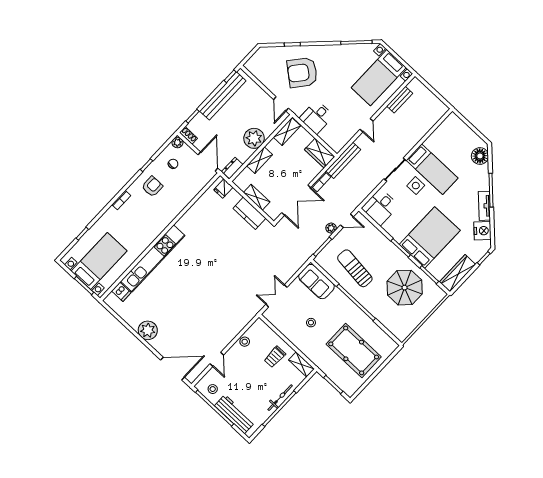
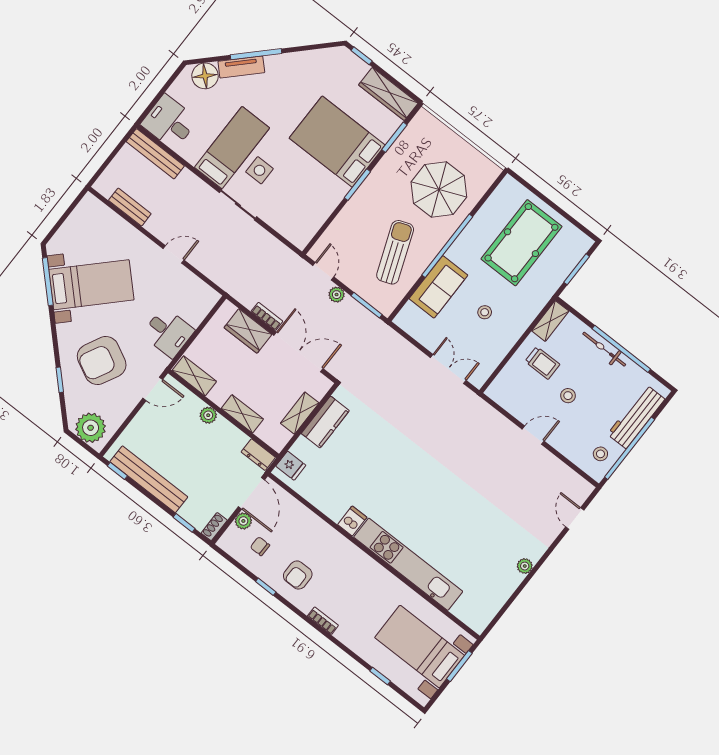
plant: (260, 61) -> (91, 428), added
armchair: (302, 73) -> (102, 361), turned 78
bed with nightstands: (379, 78) -> (91, 285), moved, turned -45
plant: (254, 138) -> (208, 415), width x0.53, depth x0.53
plant: (177, 142) -> (243, 521), moved
wardrobe: (320, 153) -> (248, 331), moved, turned 90
bench: (343, 160) -> (155, 154), moved
door: (208, 161) -> (252, 493), swing flipped
armchair: (152, 186) -> (298, 575), turned -90
tv unit: (484, 206) -> (241, 67), moved
desk: (380, 207) -> (169, 122), moved, turned 180
nightstand: (482, 231) -> (320, 62), removed
sun lounger: (355, 268) -> (395, 252), turned 153
sofa: (316, 282) -> (438, 287), moved
parasol: (405, 288) -> (439, 190), moved
dishwasher: (121, 292) -> (352, 521), moved
double door: (276, 296) -> (448, 369), swing flipped
plant: (148, 330) -> (525, 566), width x0.53, depth x0.53
stool: (245, 342) -> (568, 396), moved
door: (217, 359) -> (533, 435), moved
door: (173, 369) -> (575, 518), width x0.53

